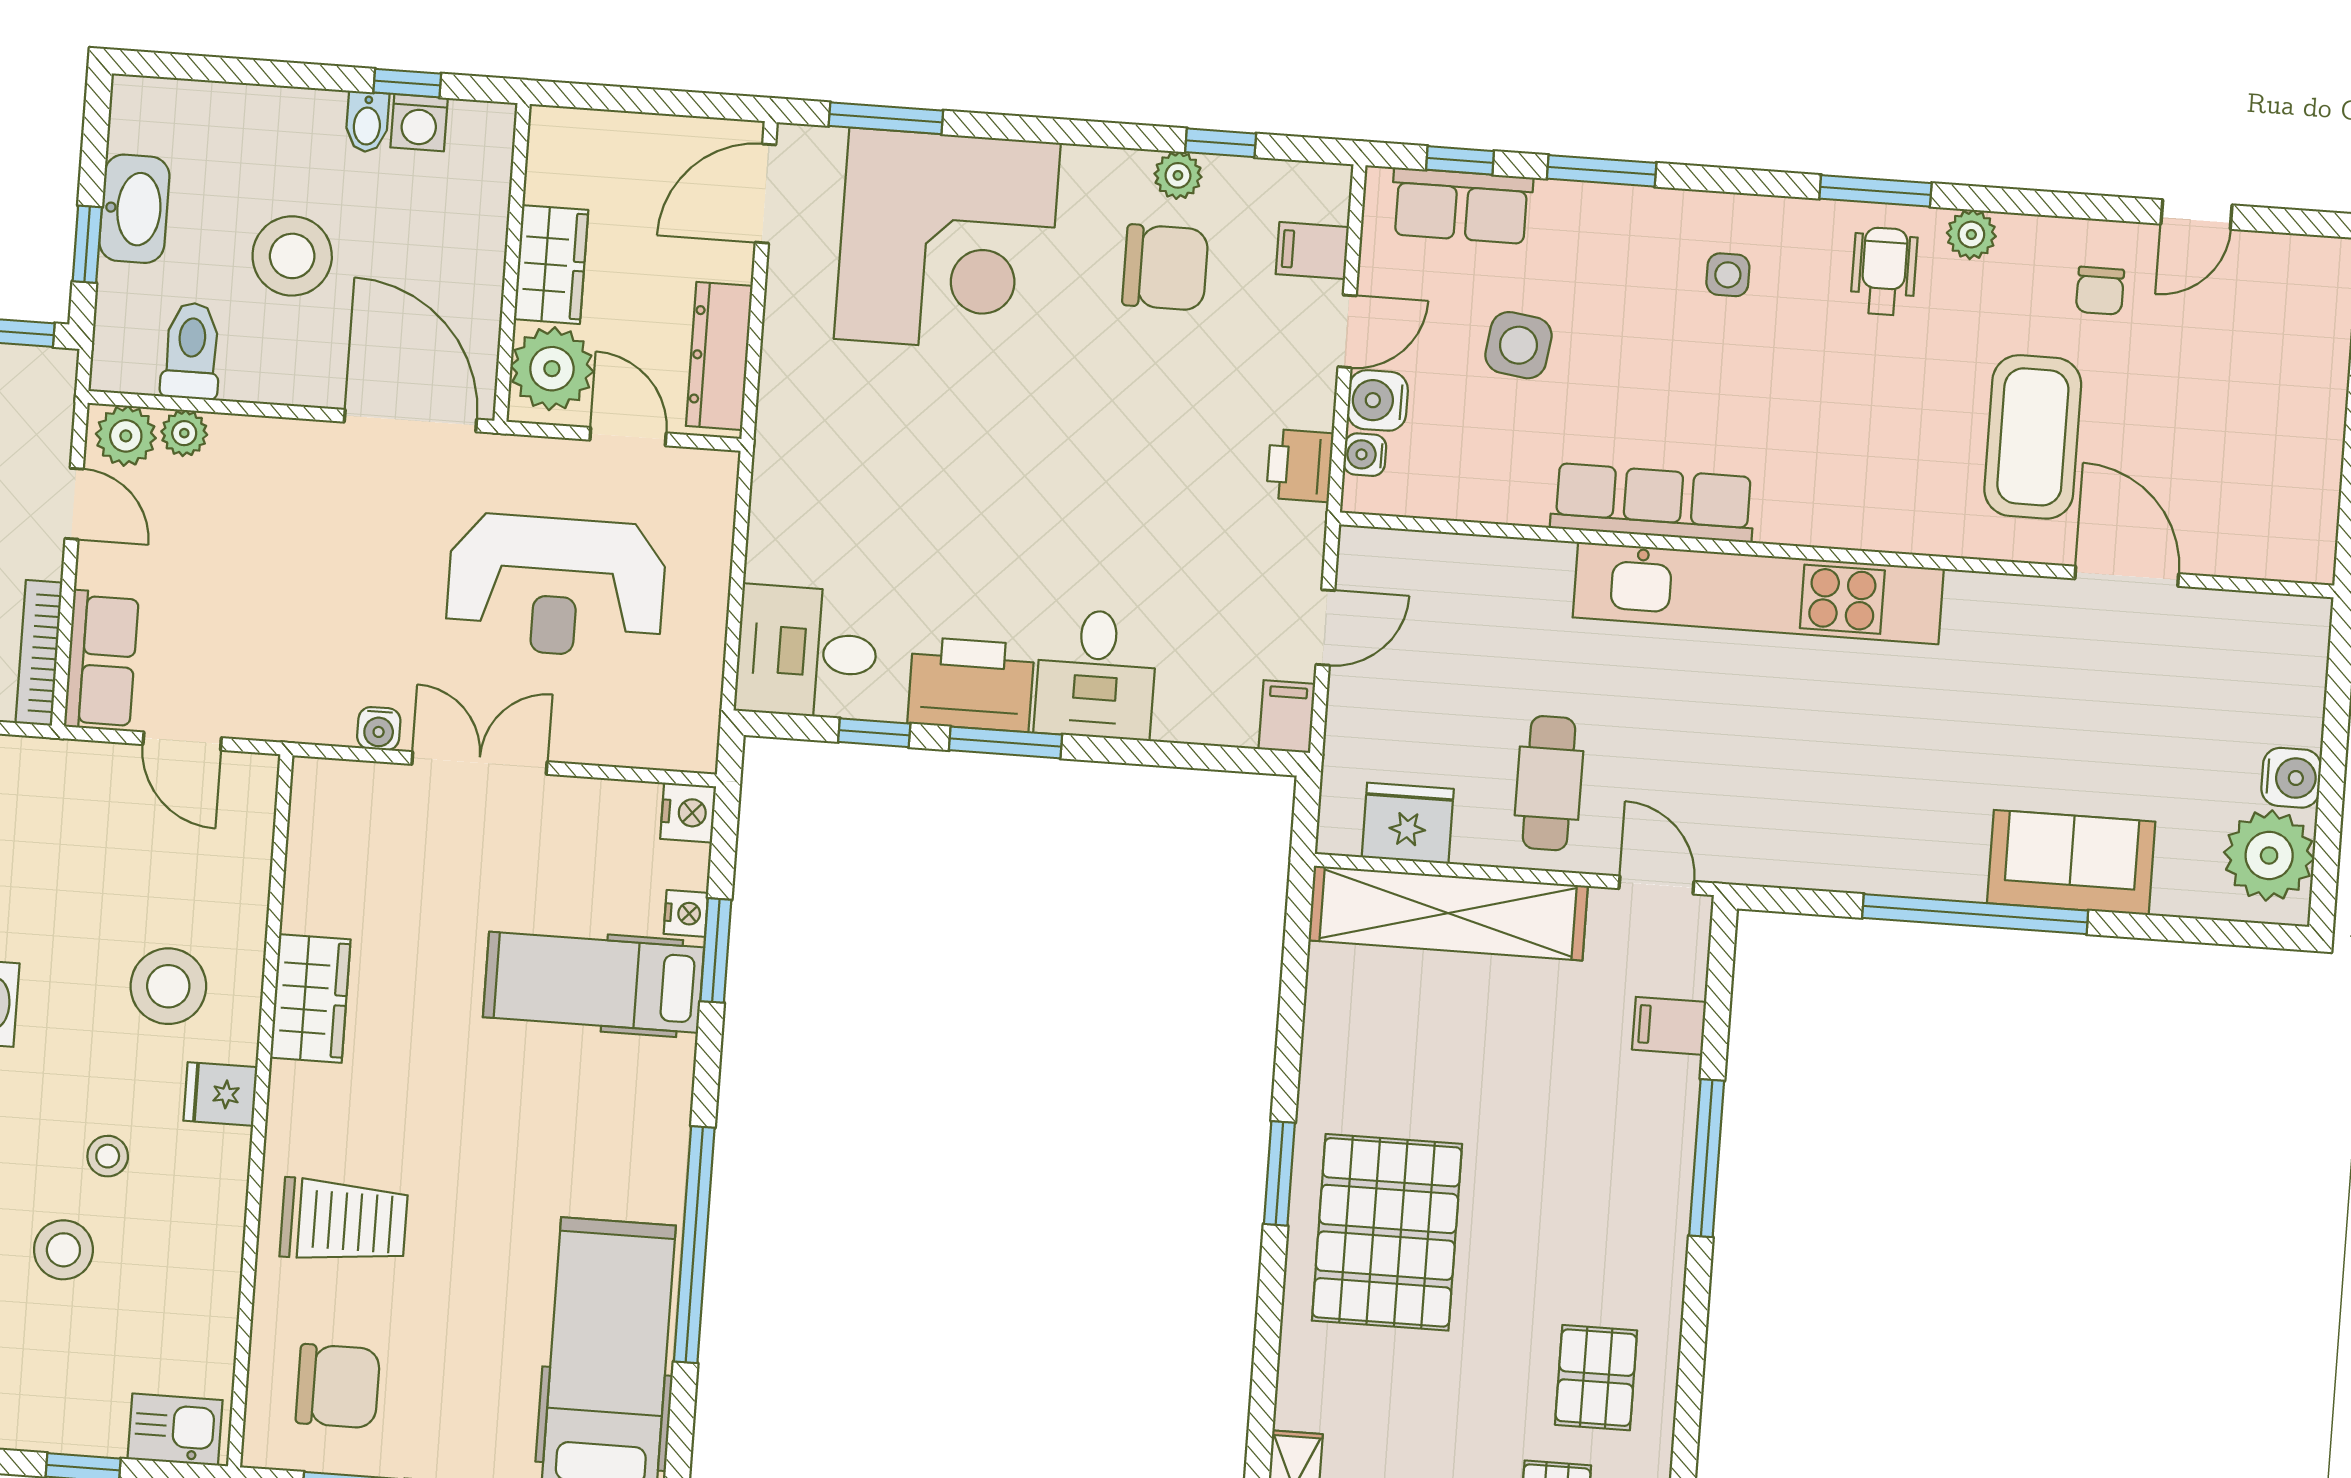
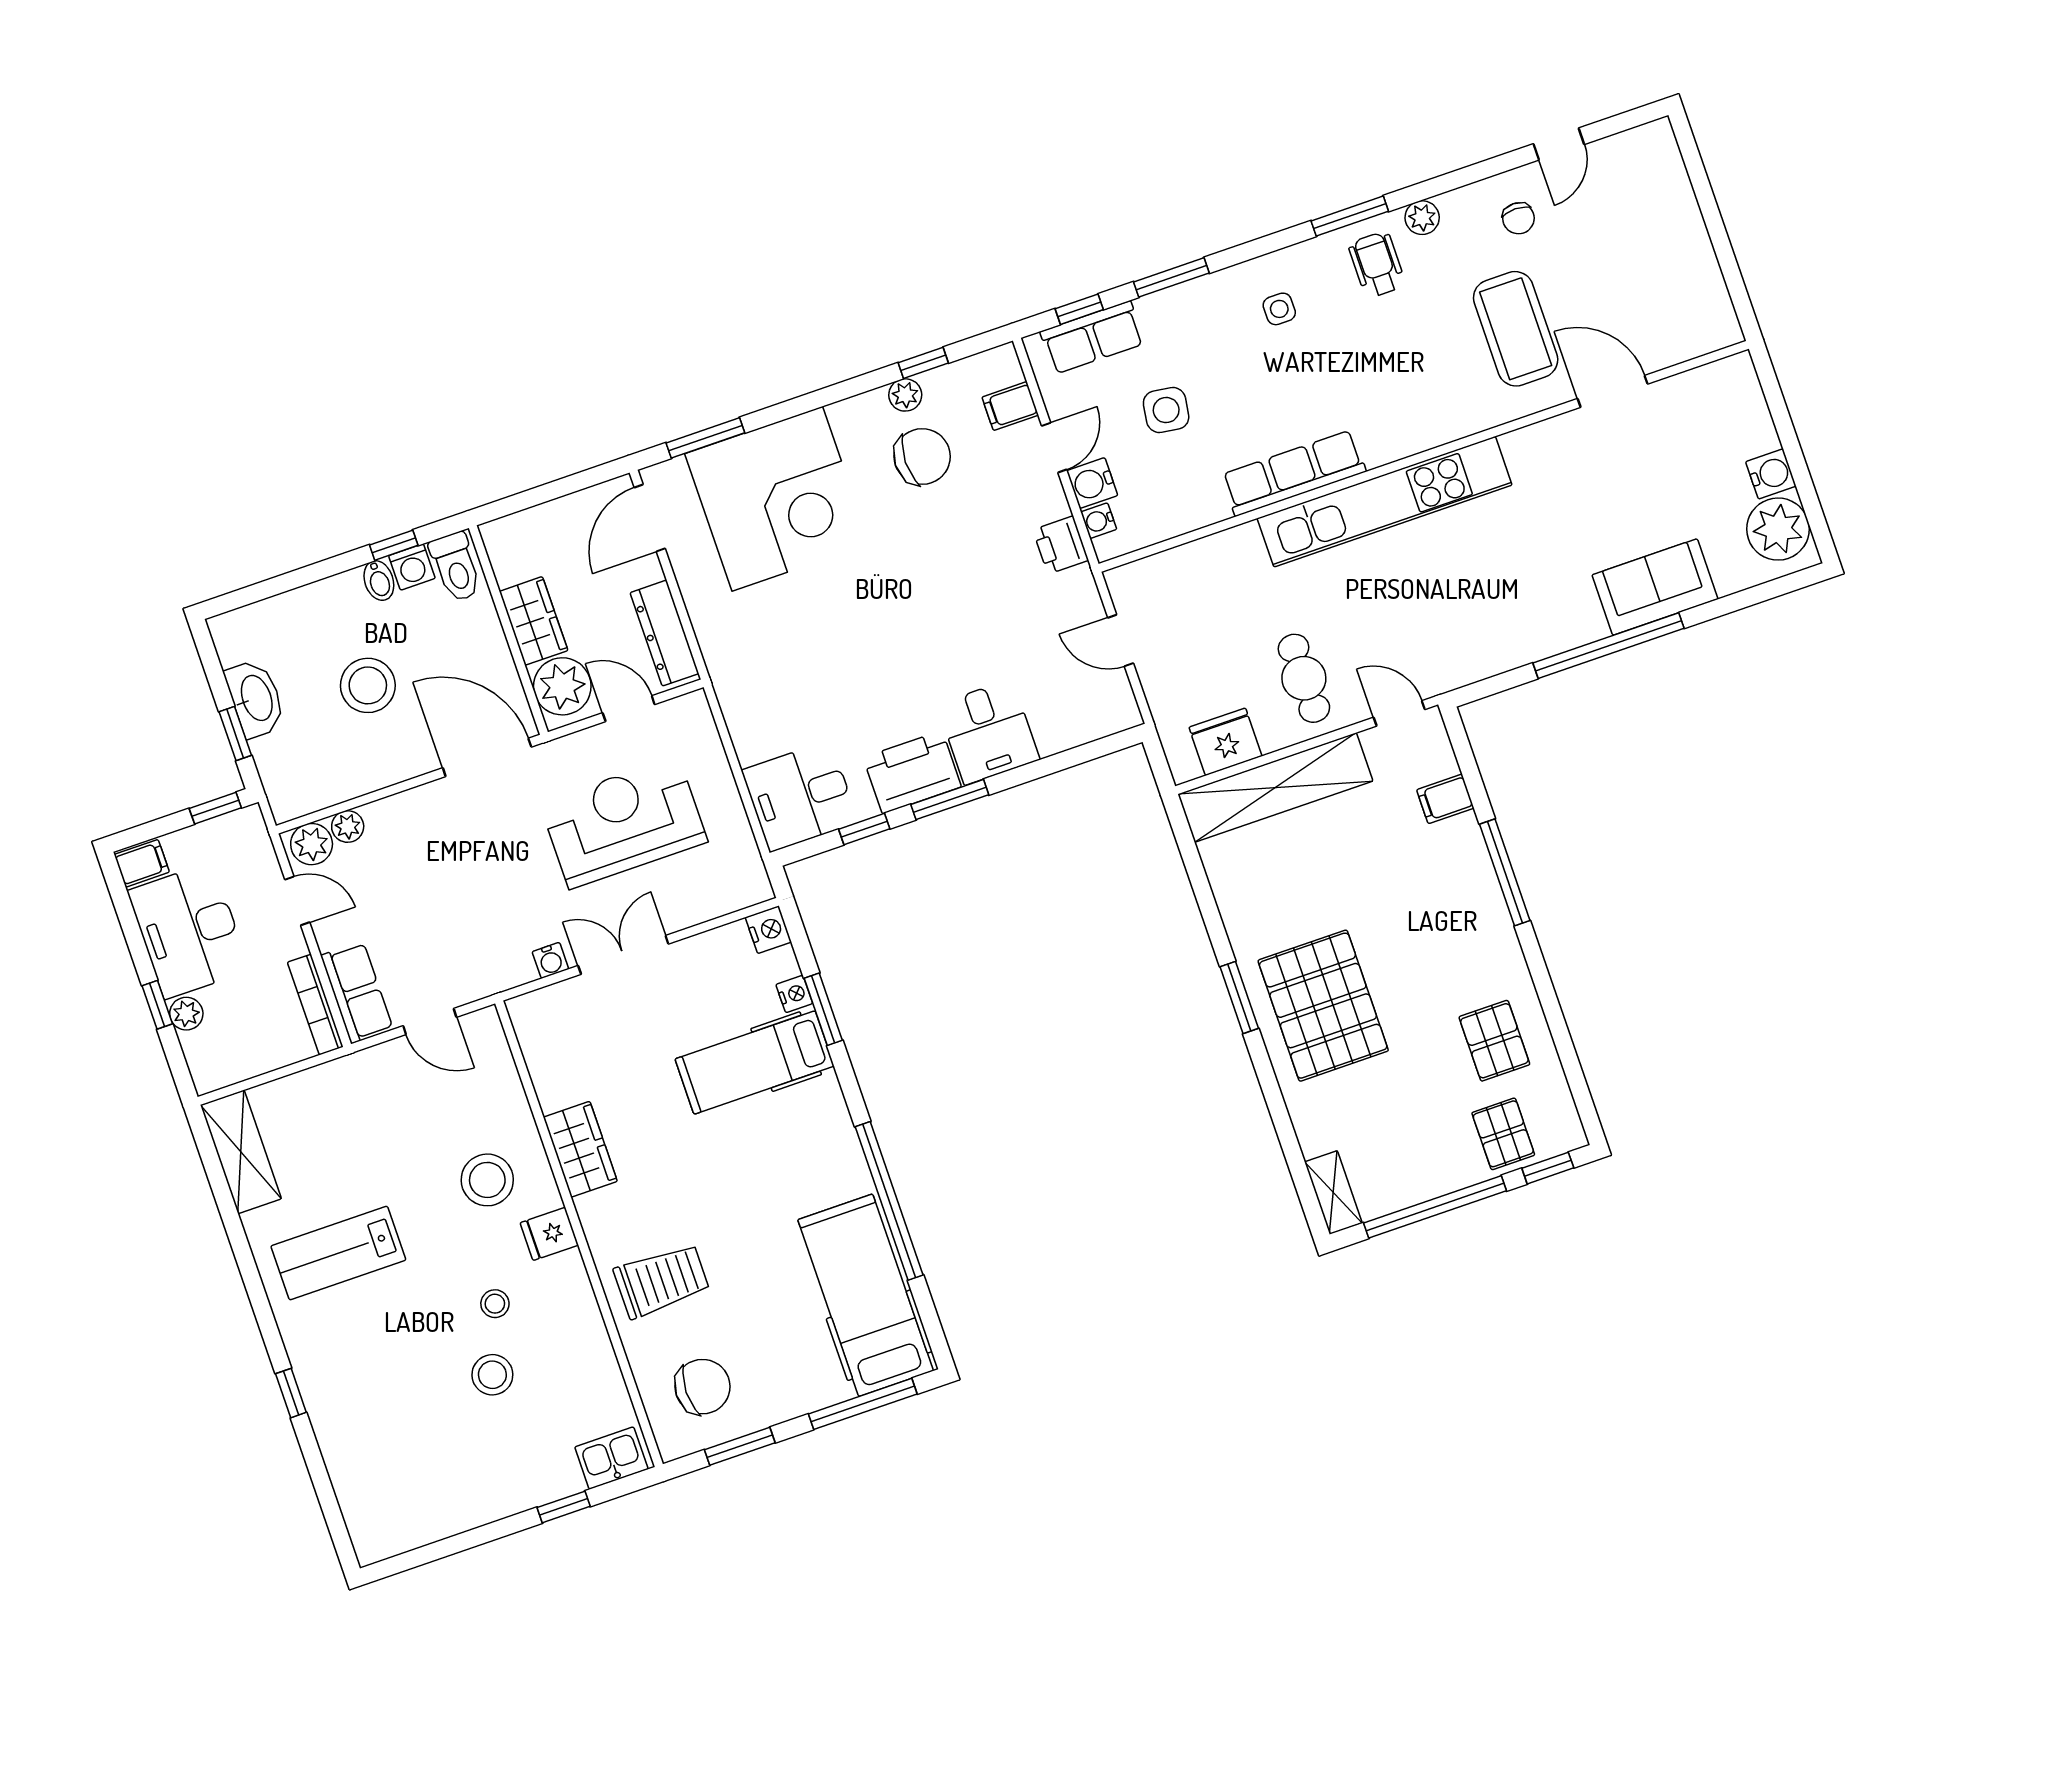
toilet: (191, 351) -> (456, 567), moved, turned 180
reception desk: (556, 586) -> (624, 822), turned 180
door: (1325, 628) -> (1121, 640), swing flipped
filing cabinet: (1287, 717) -> (1120, 707), removed

